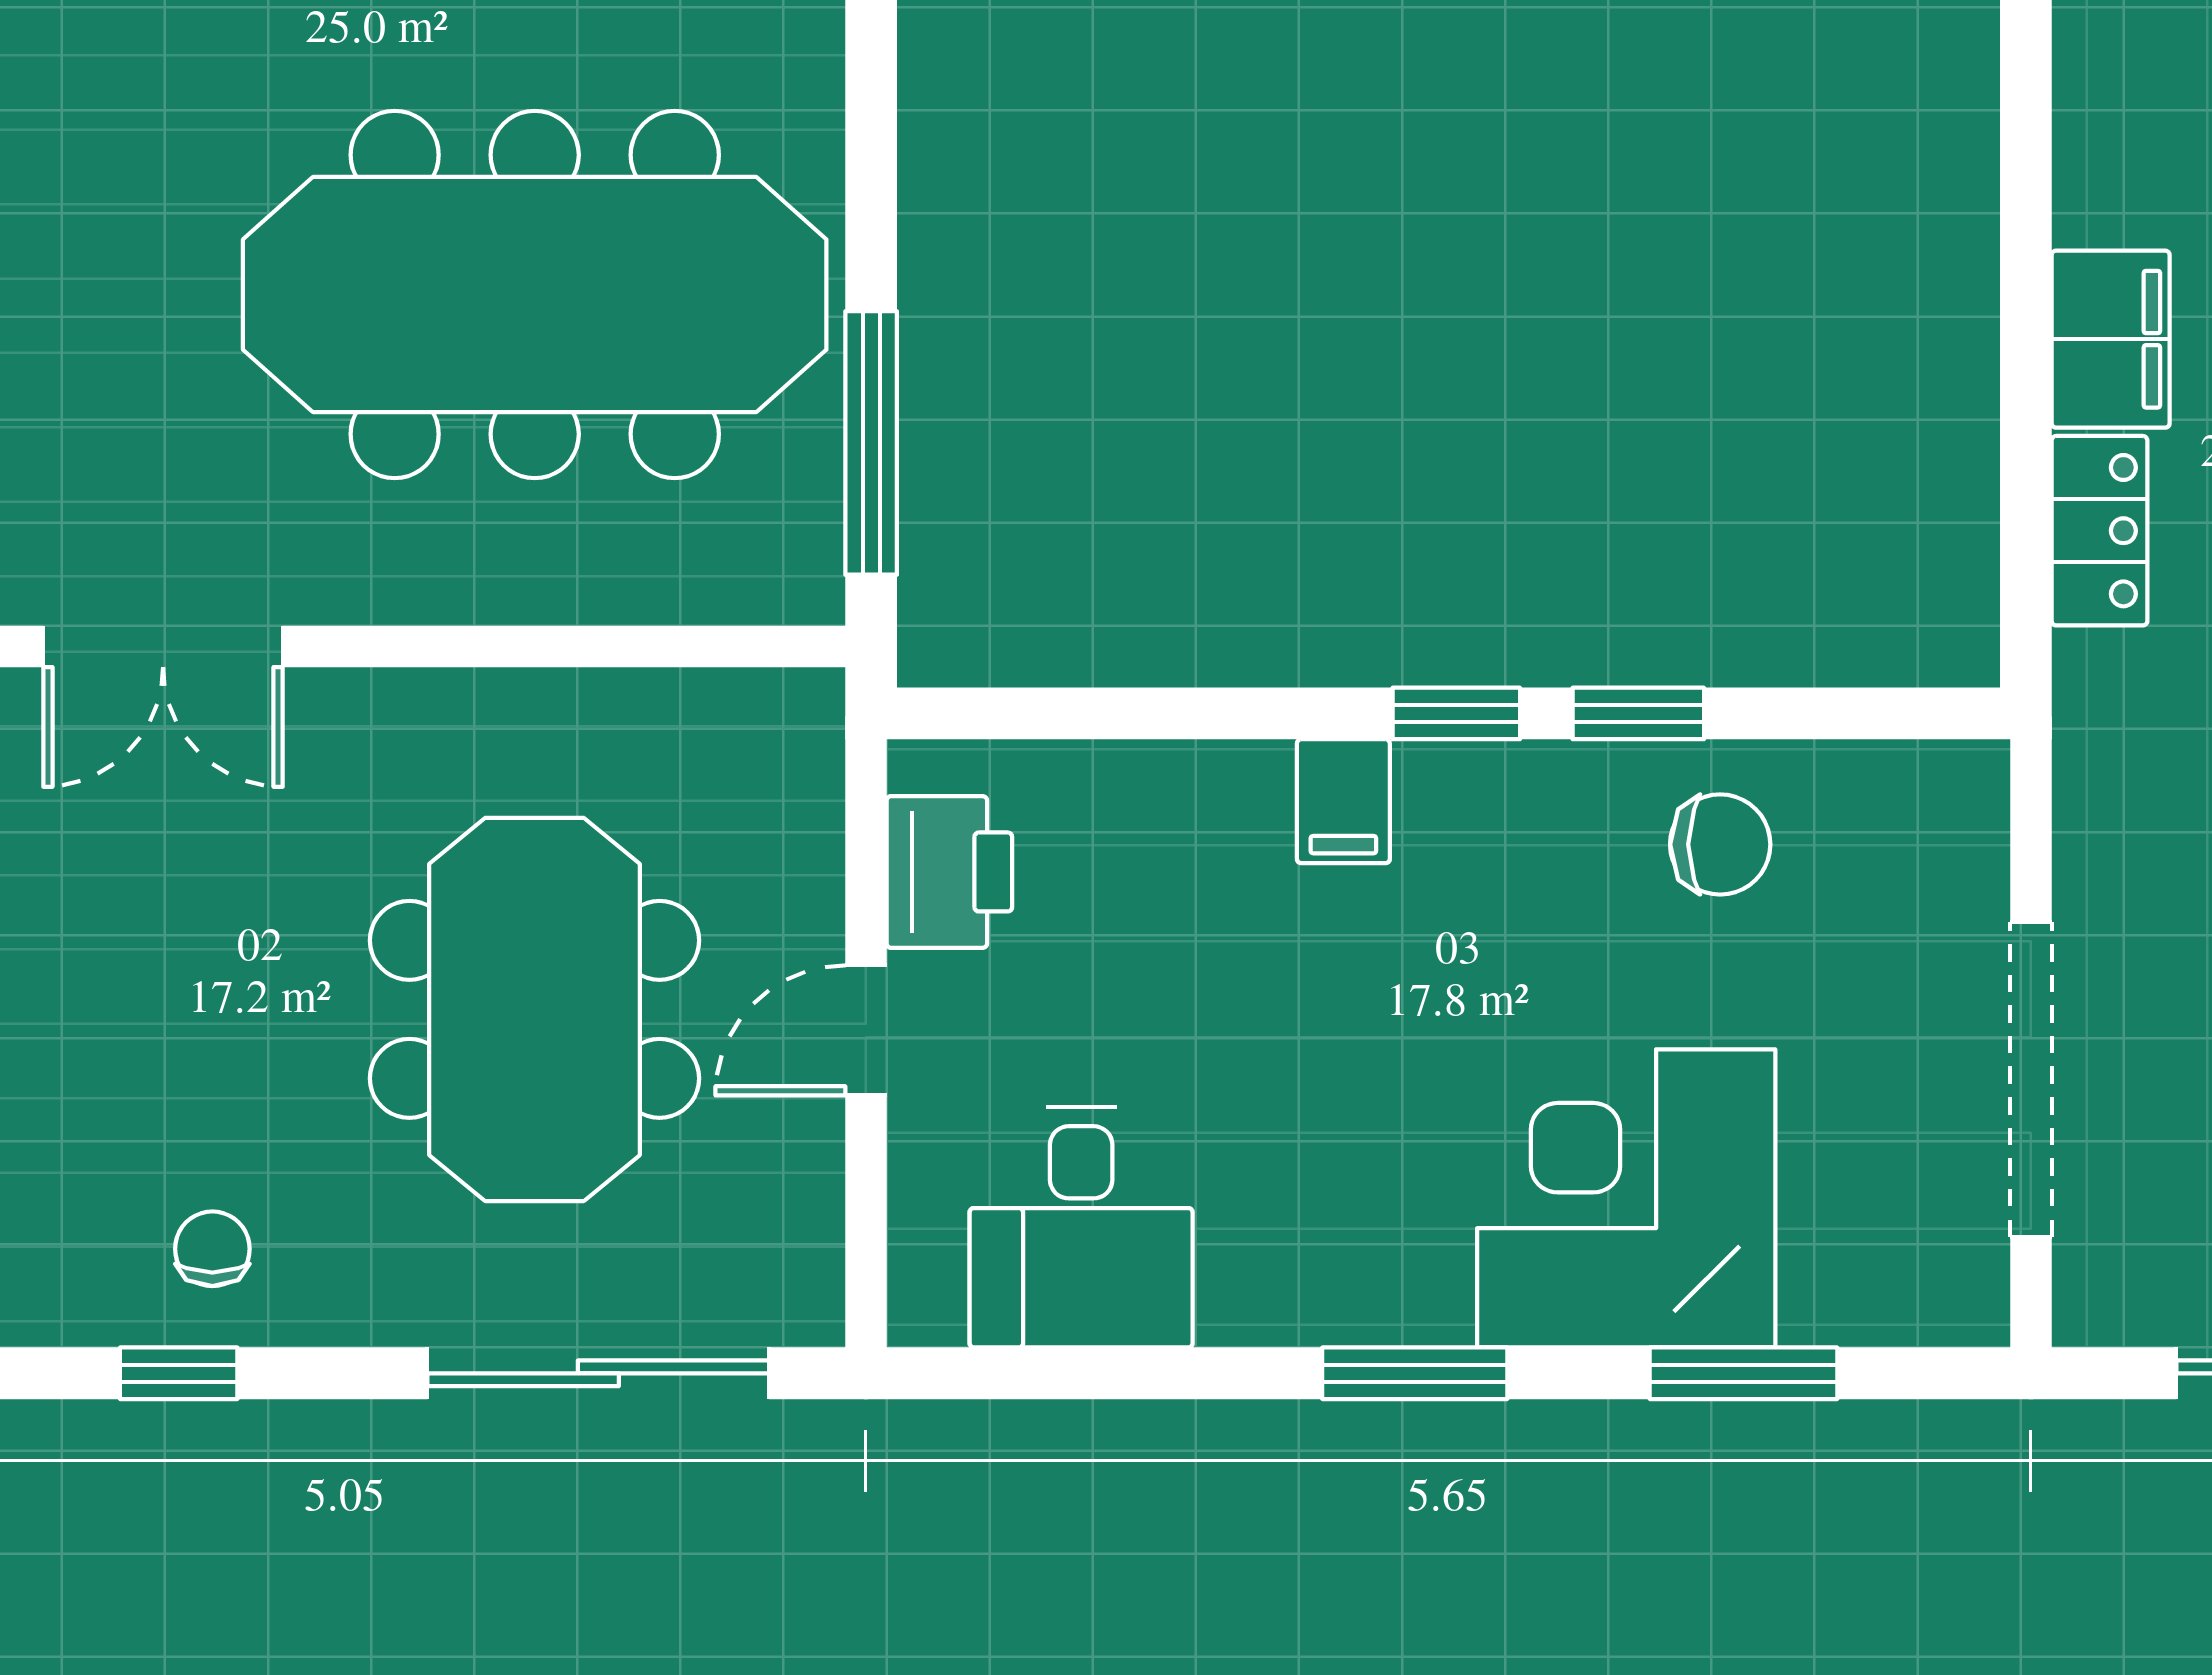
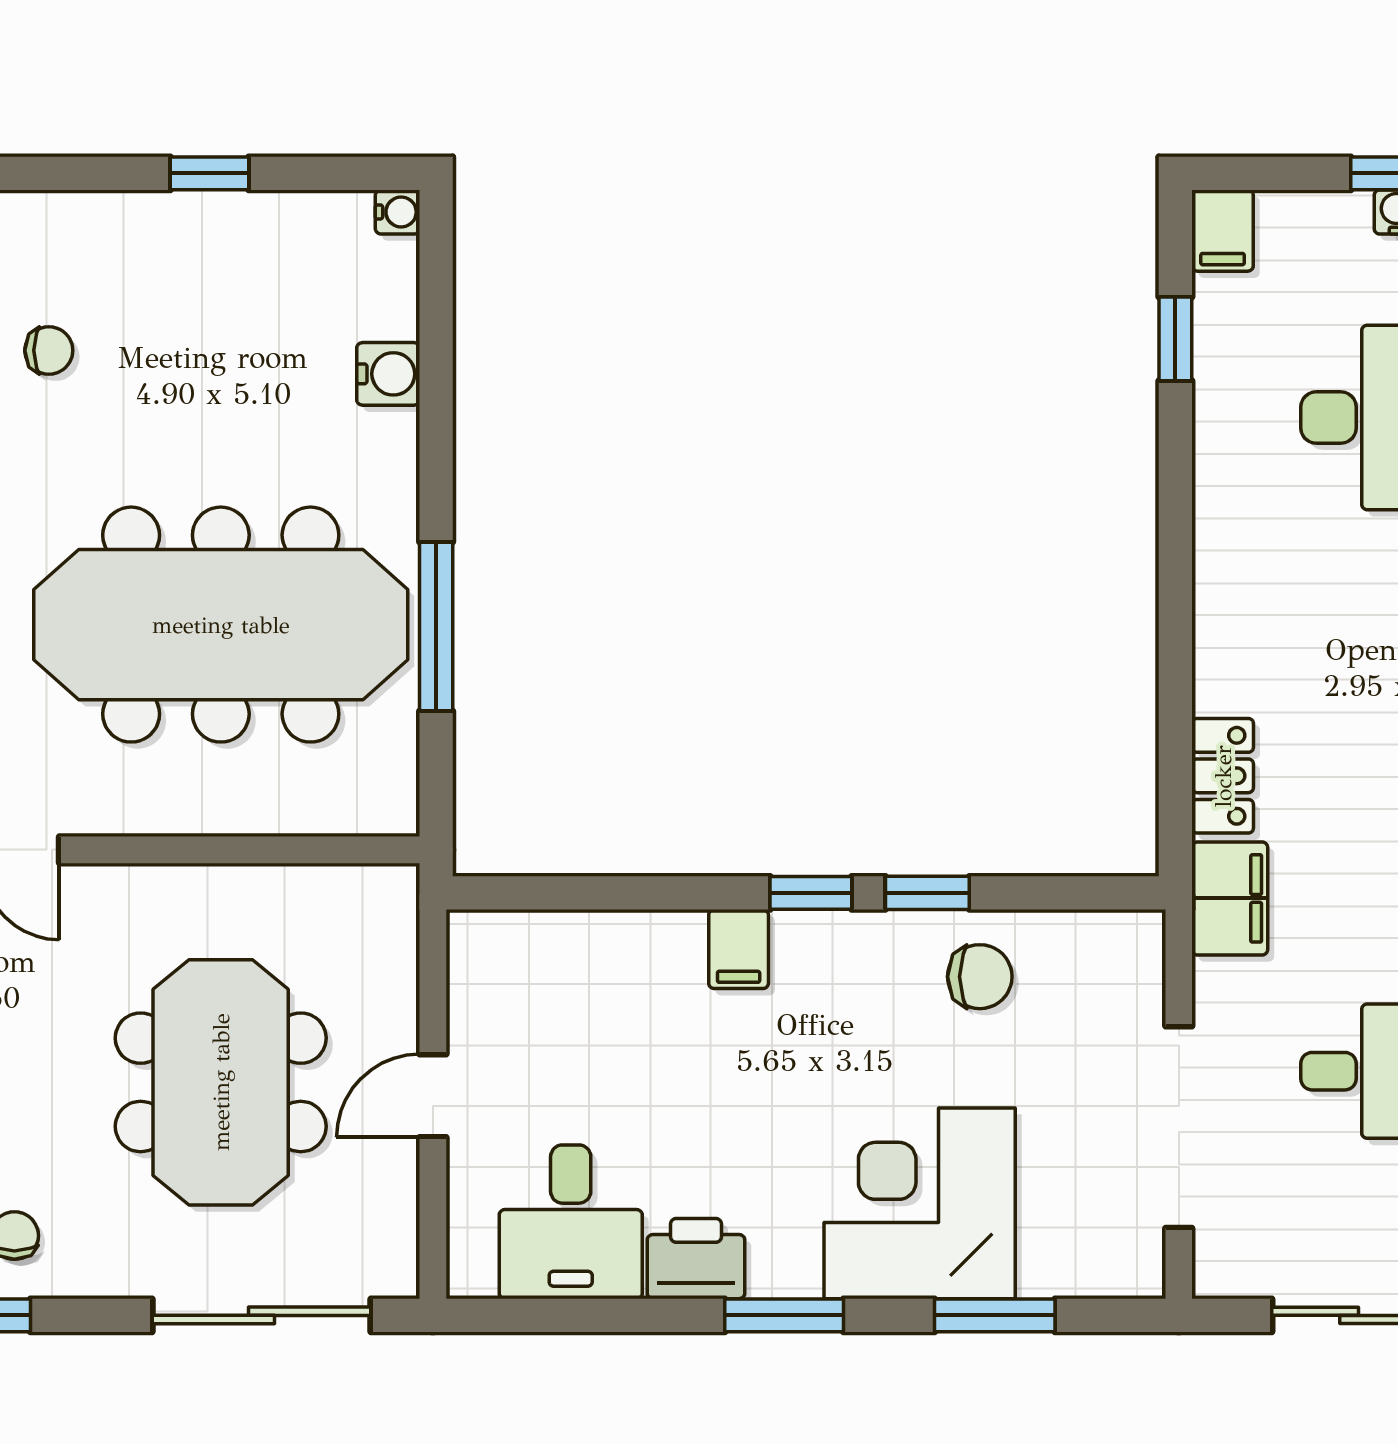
filing cabinet: (2111, 339) -> (1230, 898), moved
window: (871, 443) -> (436, 627), moved
printer: (949, 872) -> (696, 1259), moved, turned -90

